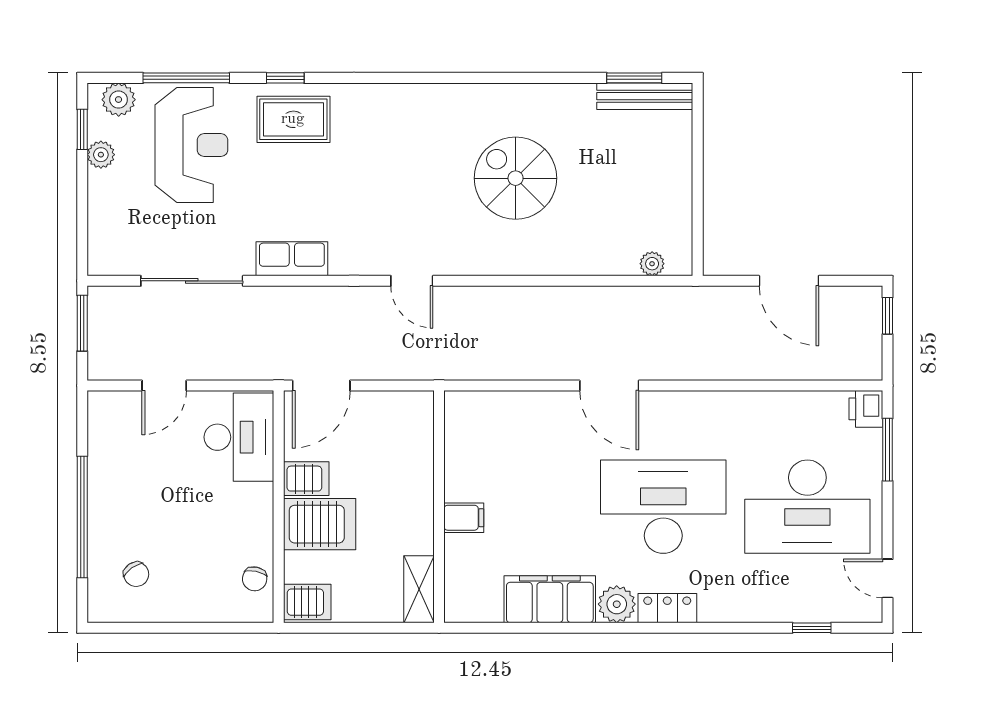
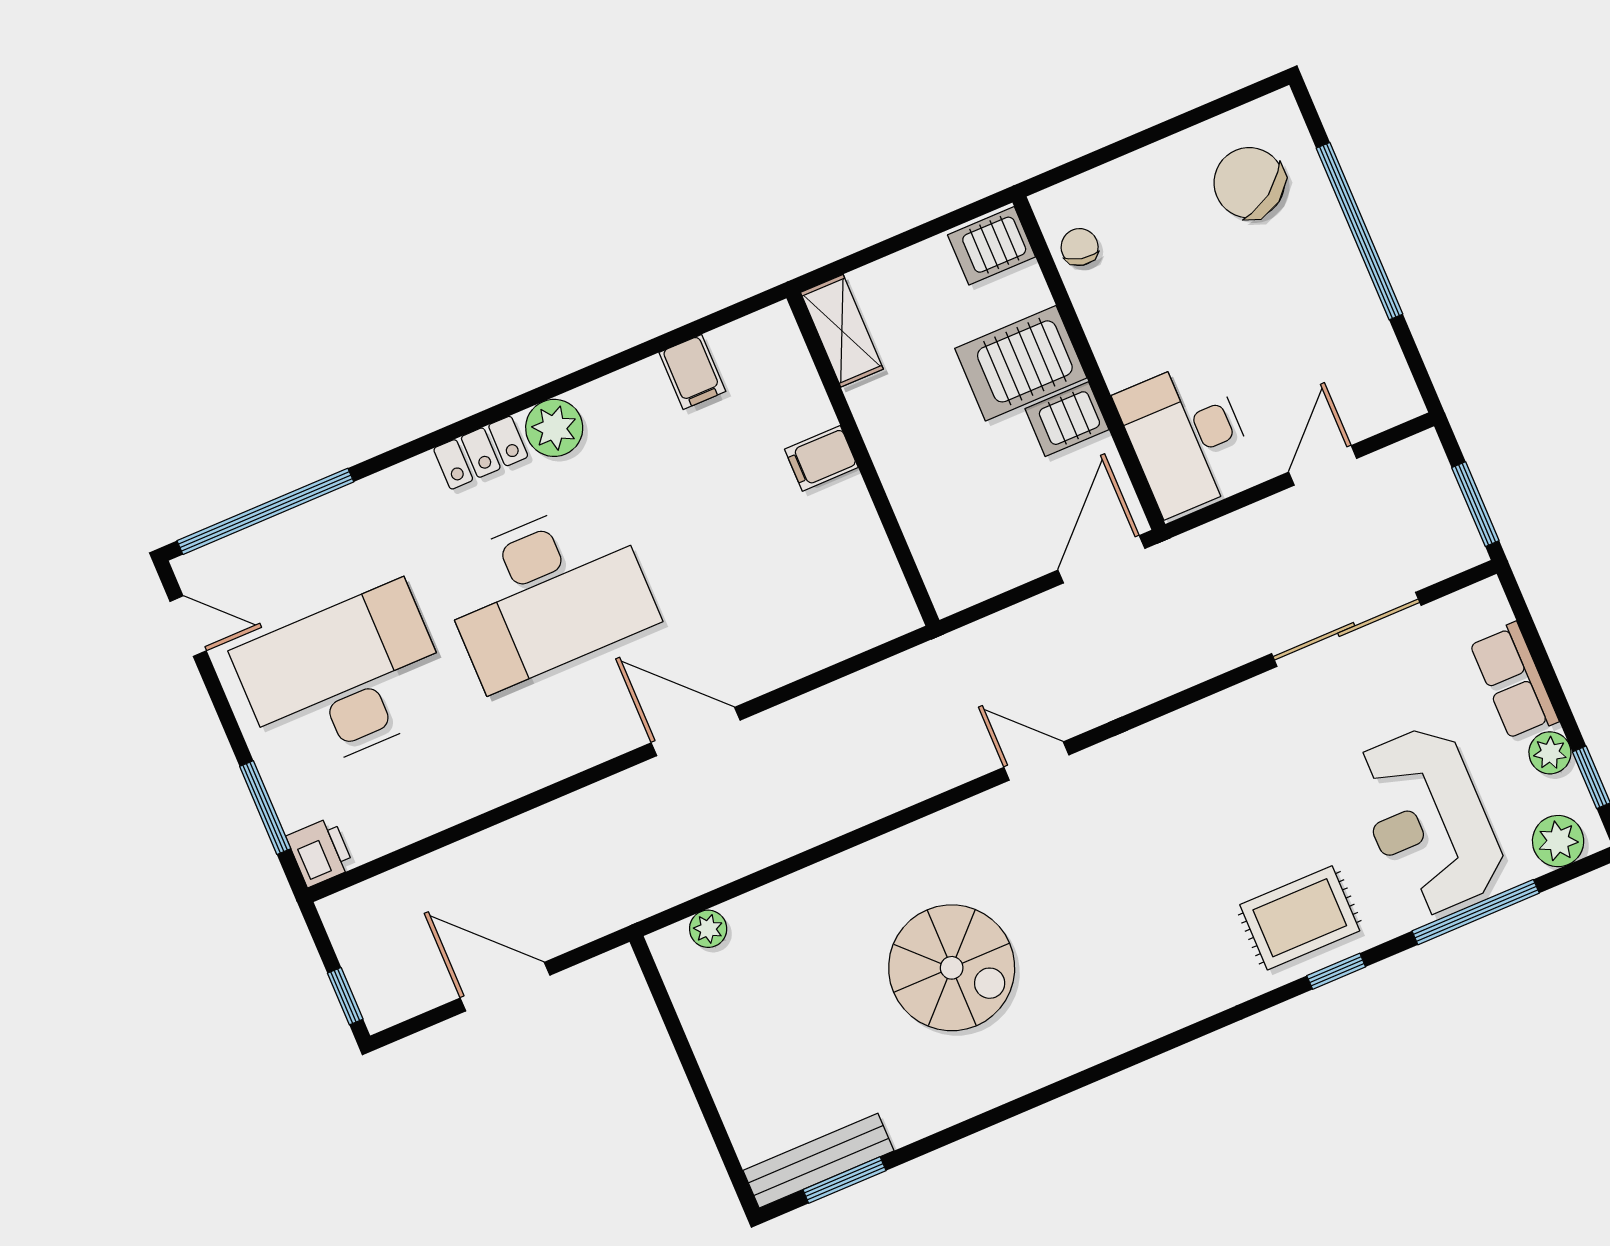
row of seats: (292, 259) -> (1514, 681), moved, turned 90
chair: (136, 574) -> (1249, 183), width x1.87, depth x1.87
filing cabinet: (550, 599) -> (692, 372), width x0.33, depth x0.86
window: (812, 628) -> (265, 511), width x3.17

